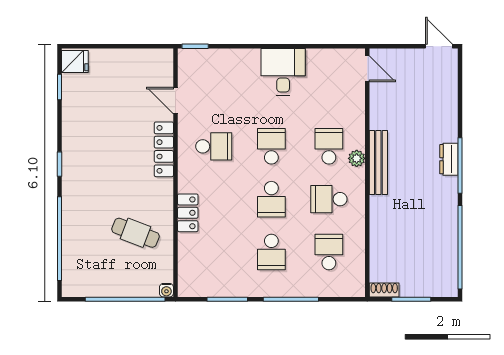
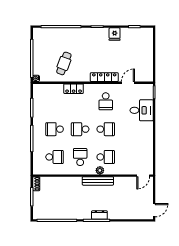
fridge: (75, 61) -> (115, 34), moved
desk: (283, 72) -> (142, 110), moved

